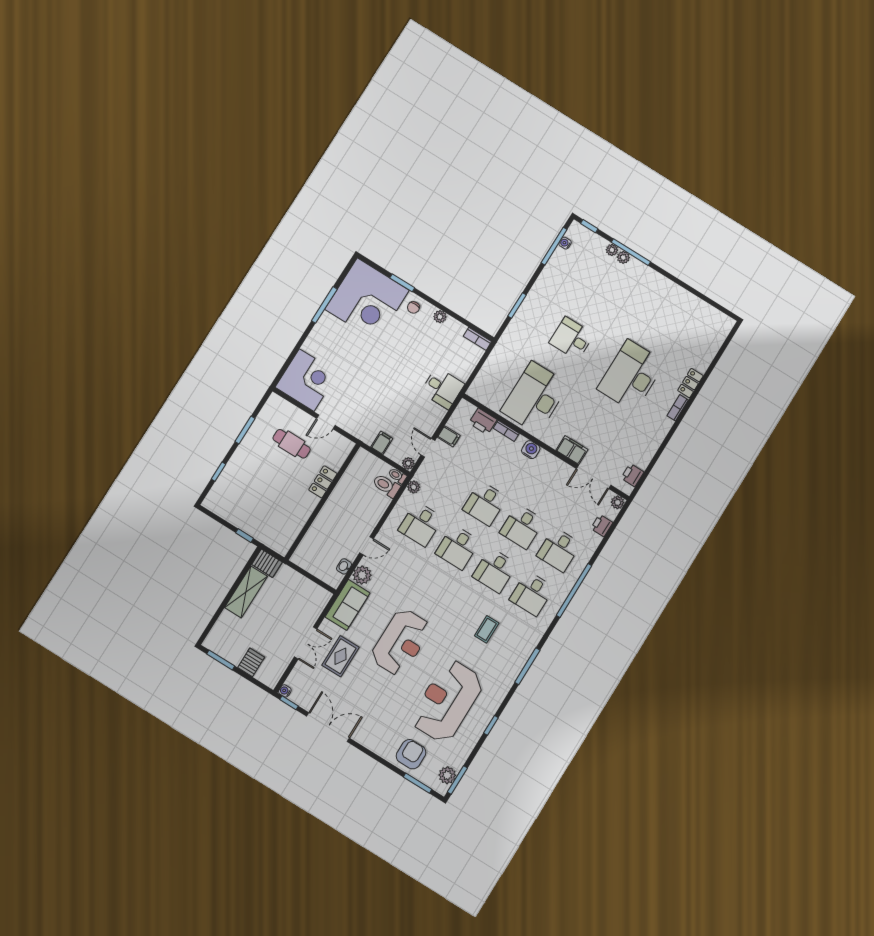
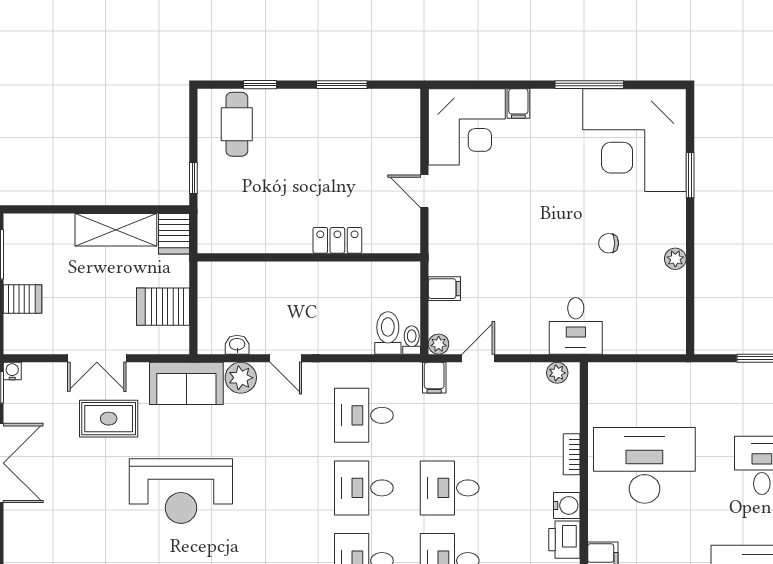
chair: (413, 307) -> (609, 243), moved
bookcase: (477, 339) -> (677, 332), removed
filing cabinet: (311, 347) -> (518, 103), added
printer: (483, 421) -> (564, 540), moved
filing cabinet: (449, 436) -> (434, 378), moved
cafe table: (292, 444) -> (237, 124), moved
plant: (414, 487) -> (557, 373), moved
server rack: (301, 592) -> (163, 307), added

